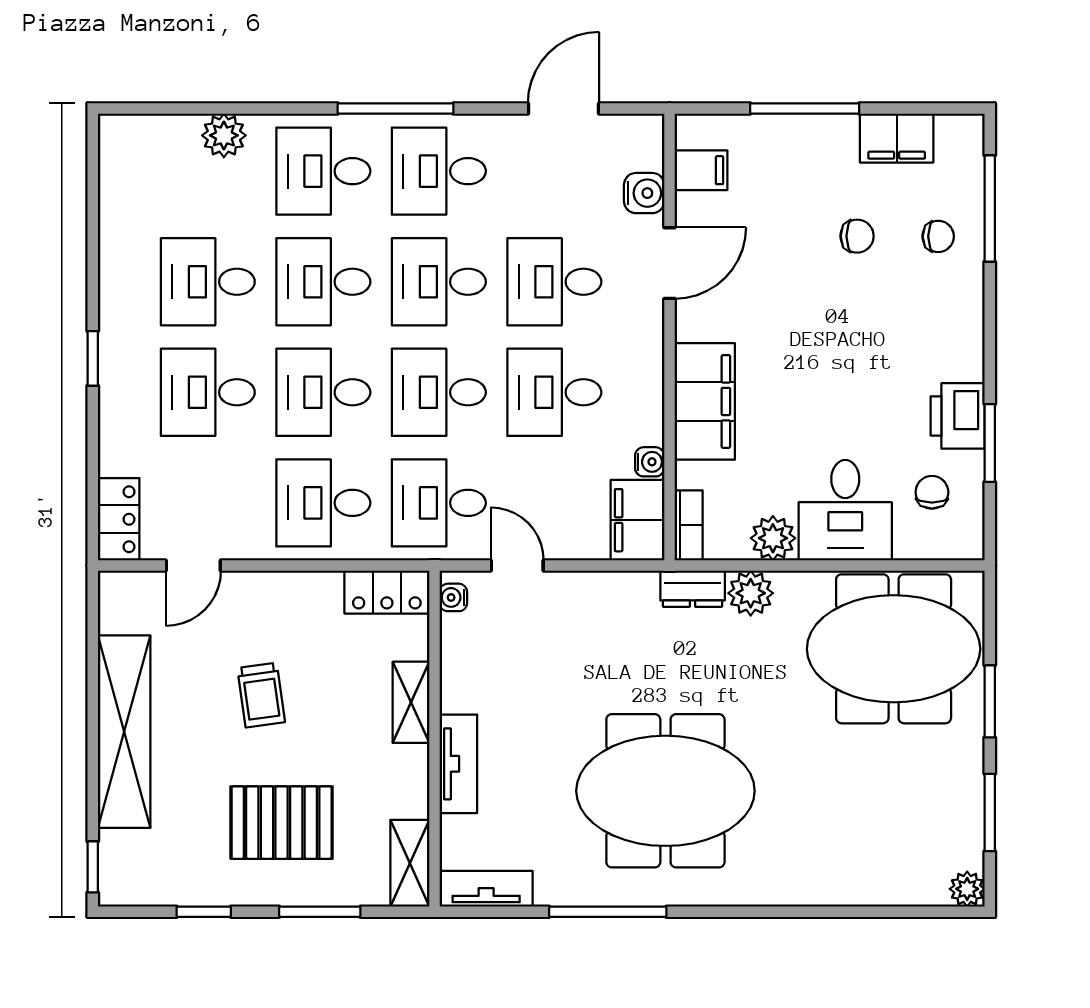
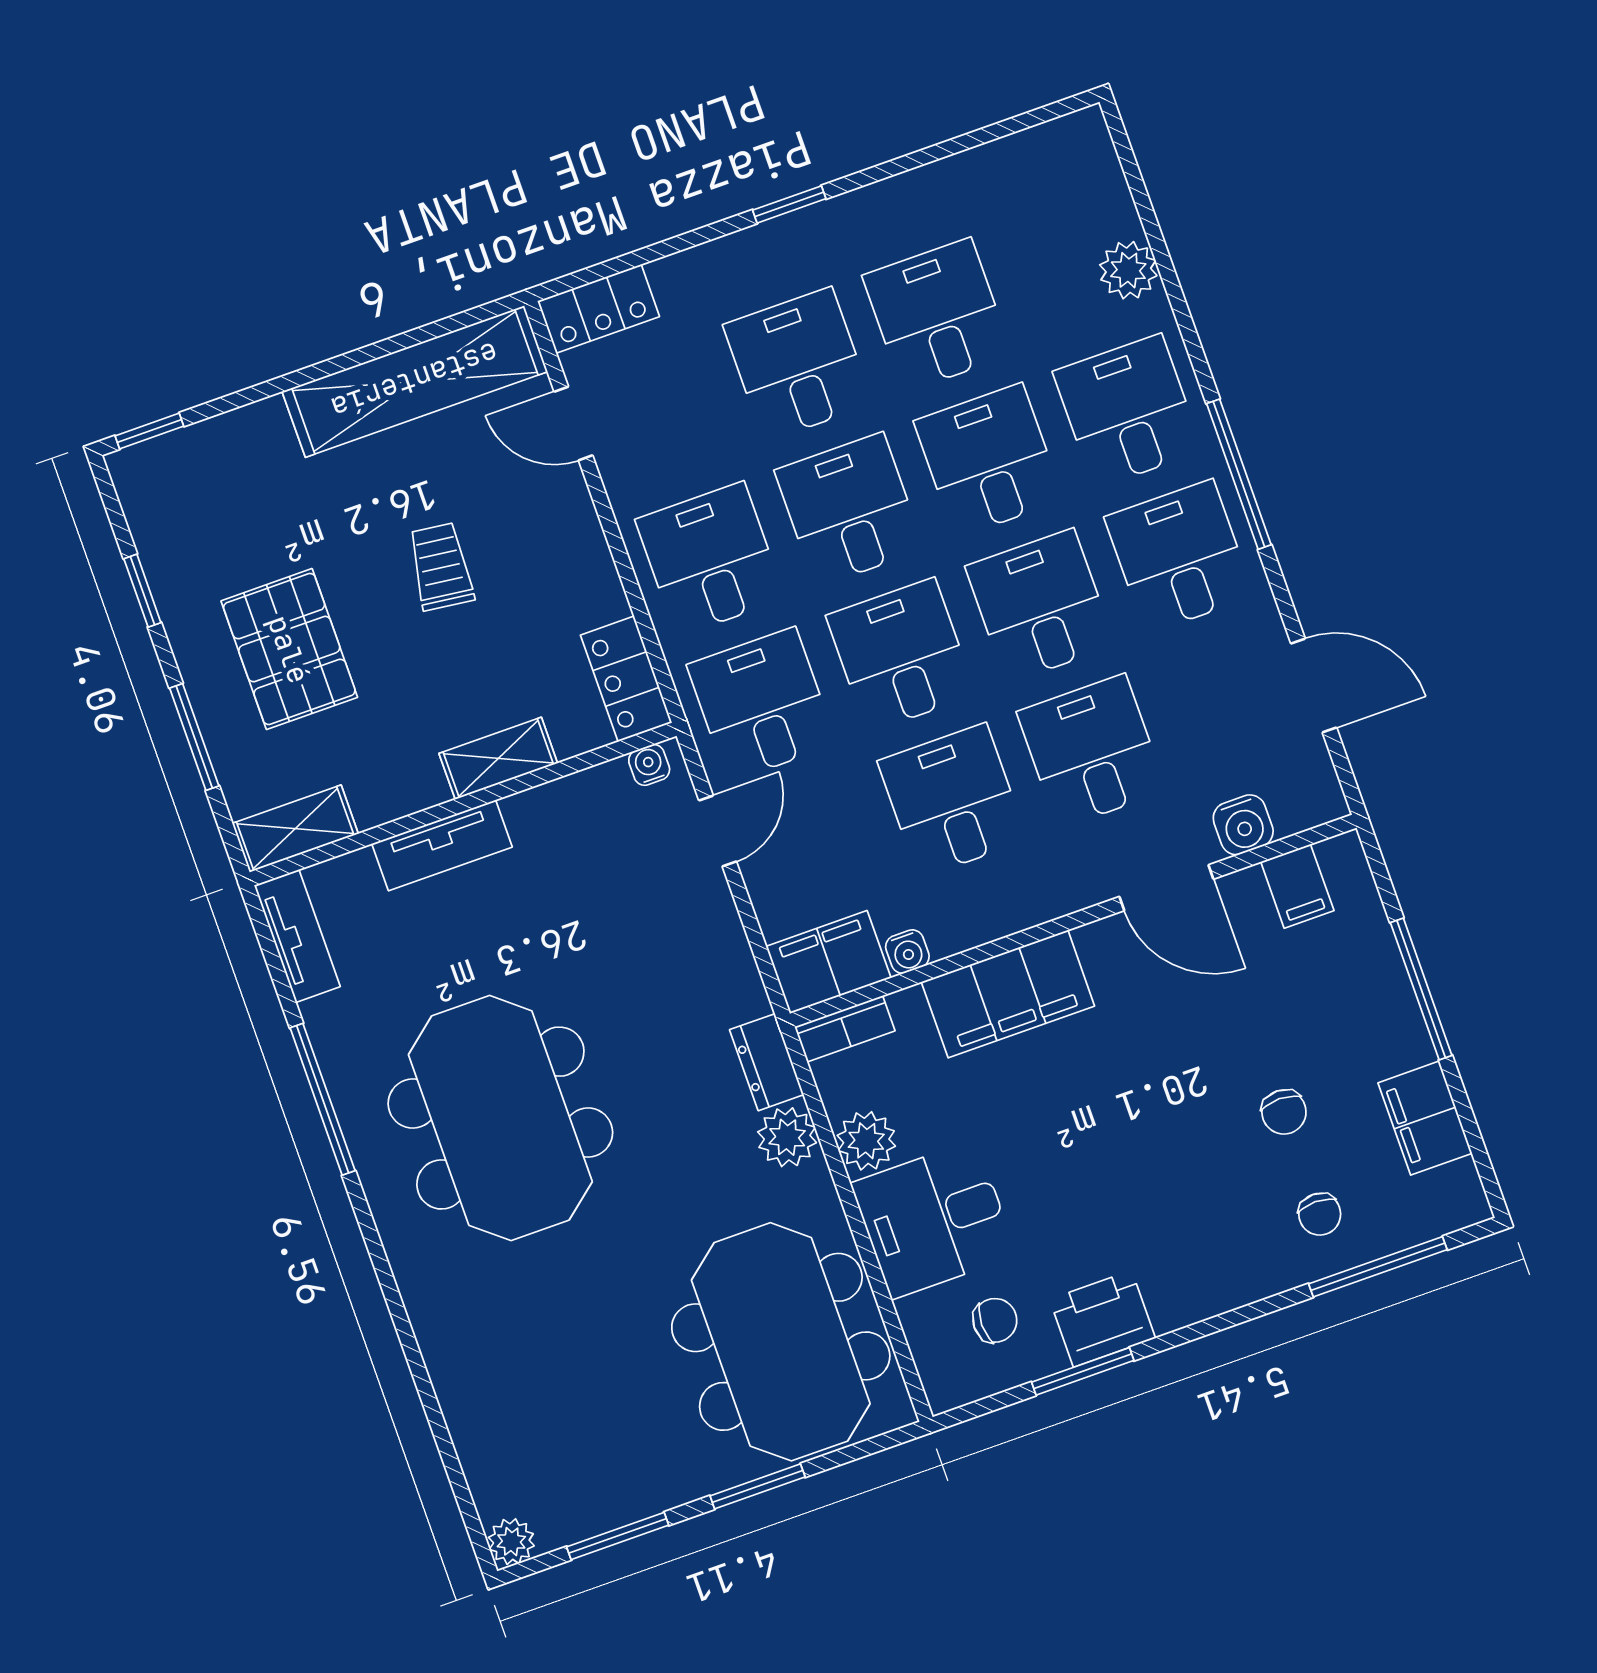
trolley: (261, 695) -> (441, 567), turned 105
shelving: (124, 732) -> (415, 381), moved

